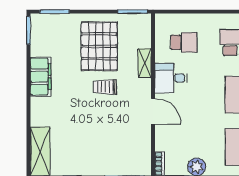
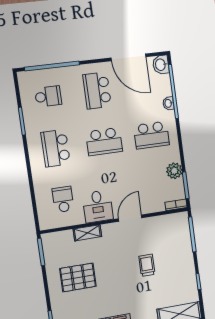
pallet: (99, 46) -> (78, 277), width x0.73, depth x0.71
trolley: (105, 87) -> (147, 265), moved, turned 180

